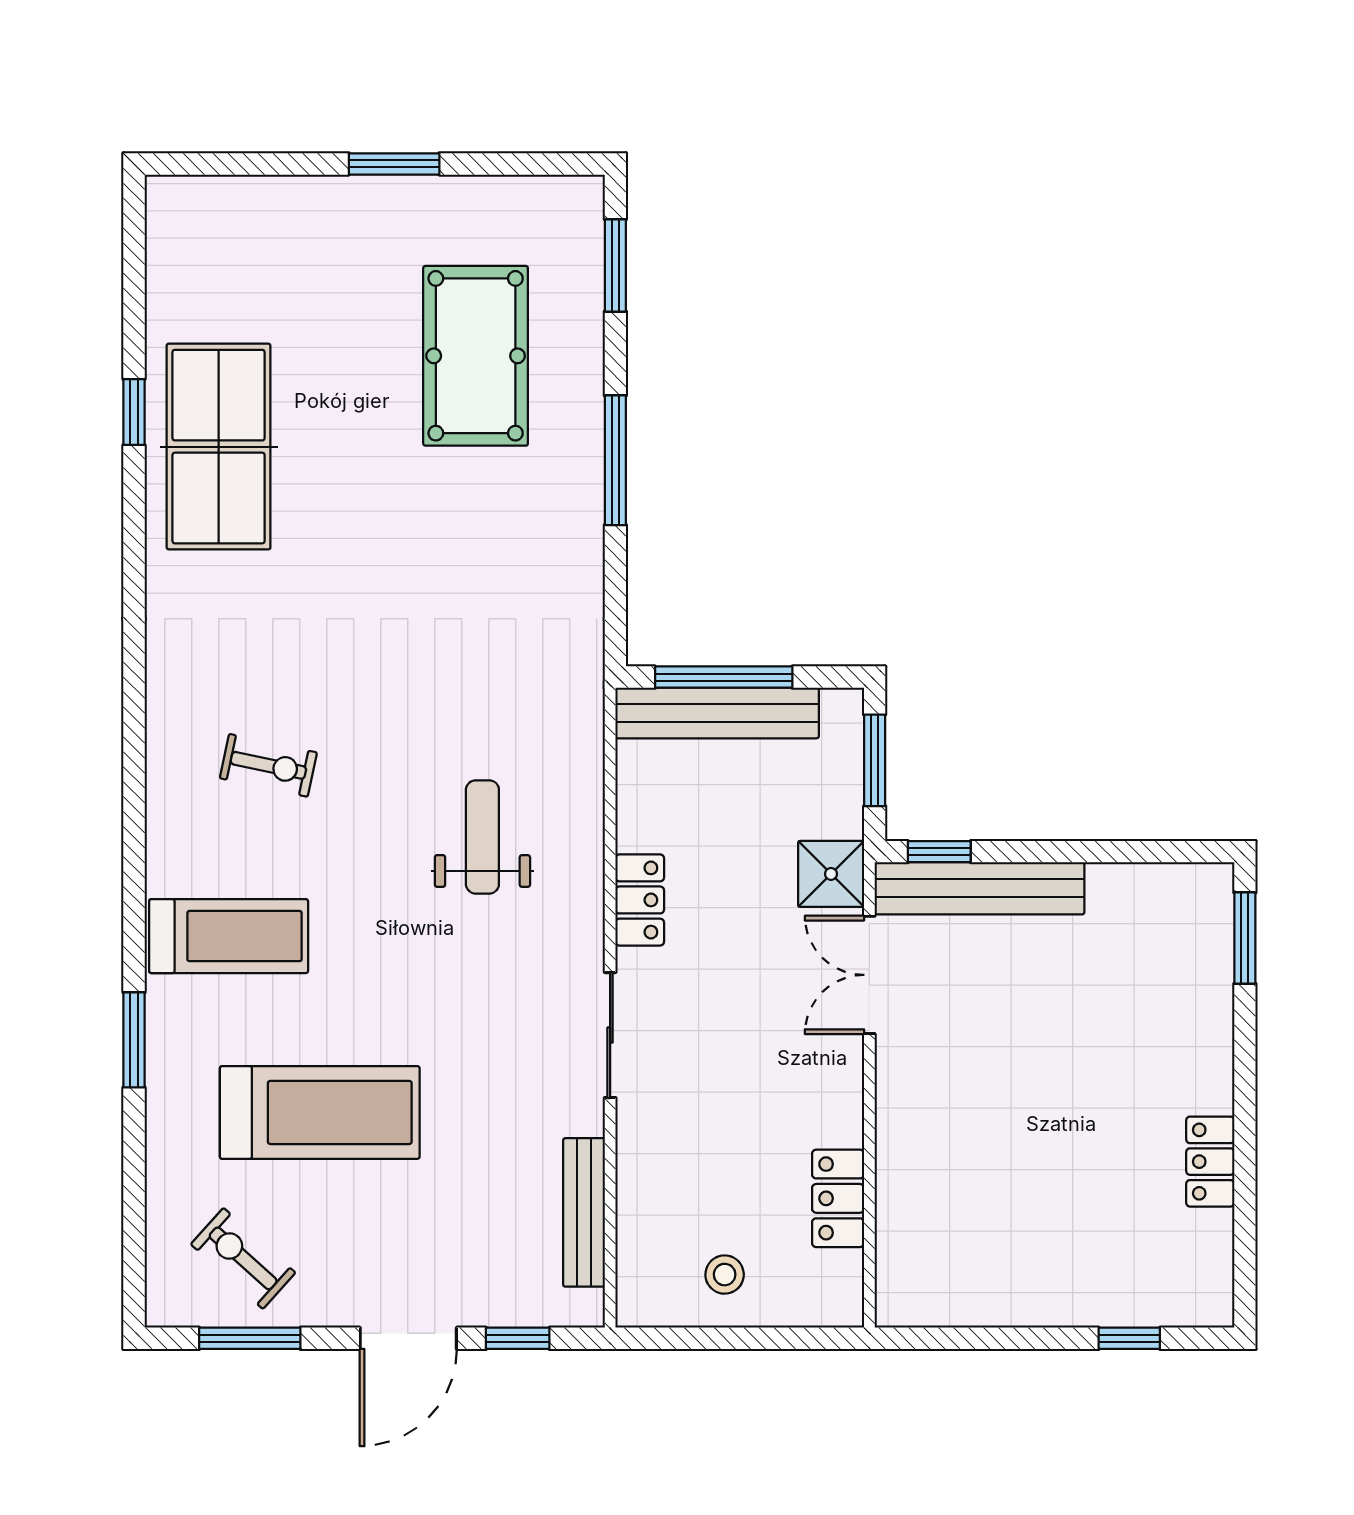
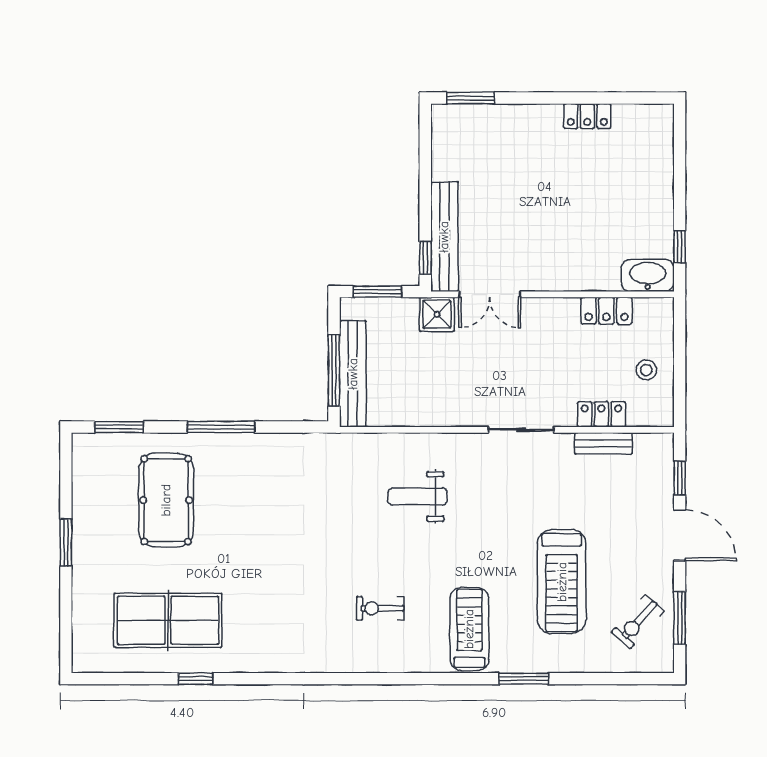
pool table: (476, 356) -> (166, 500), turned 90
table tennis table: (219, 447) -> (168, 620), moved
exercise bike: (268, 765) -> (380, 608), turned -102
locker: (640, 900) -> (601, 414), moved
treadmill: (320, 1112) -> (562, 582), turned 180
bench: (584, 1212) -> (603, 443), width x0.73
washbasin: (906, 1277) -> (648, 275), added
window: (1129, 1338) -> (680, 247), moved

